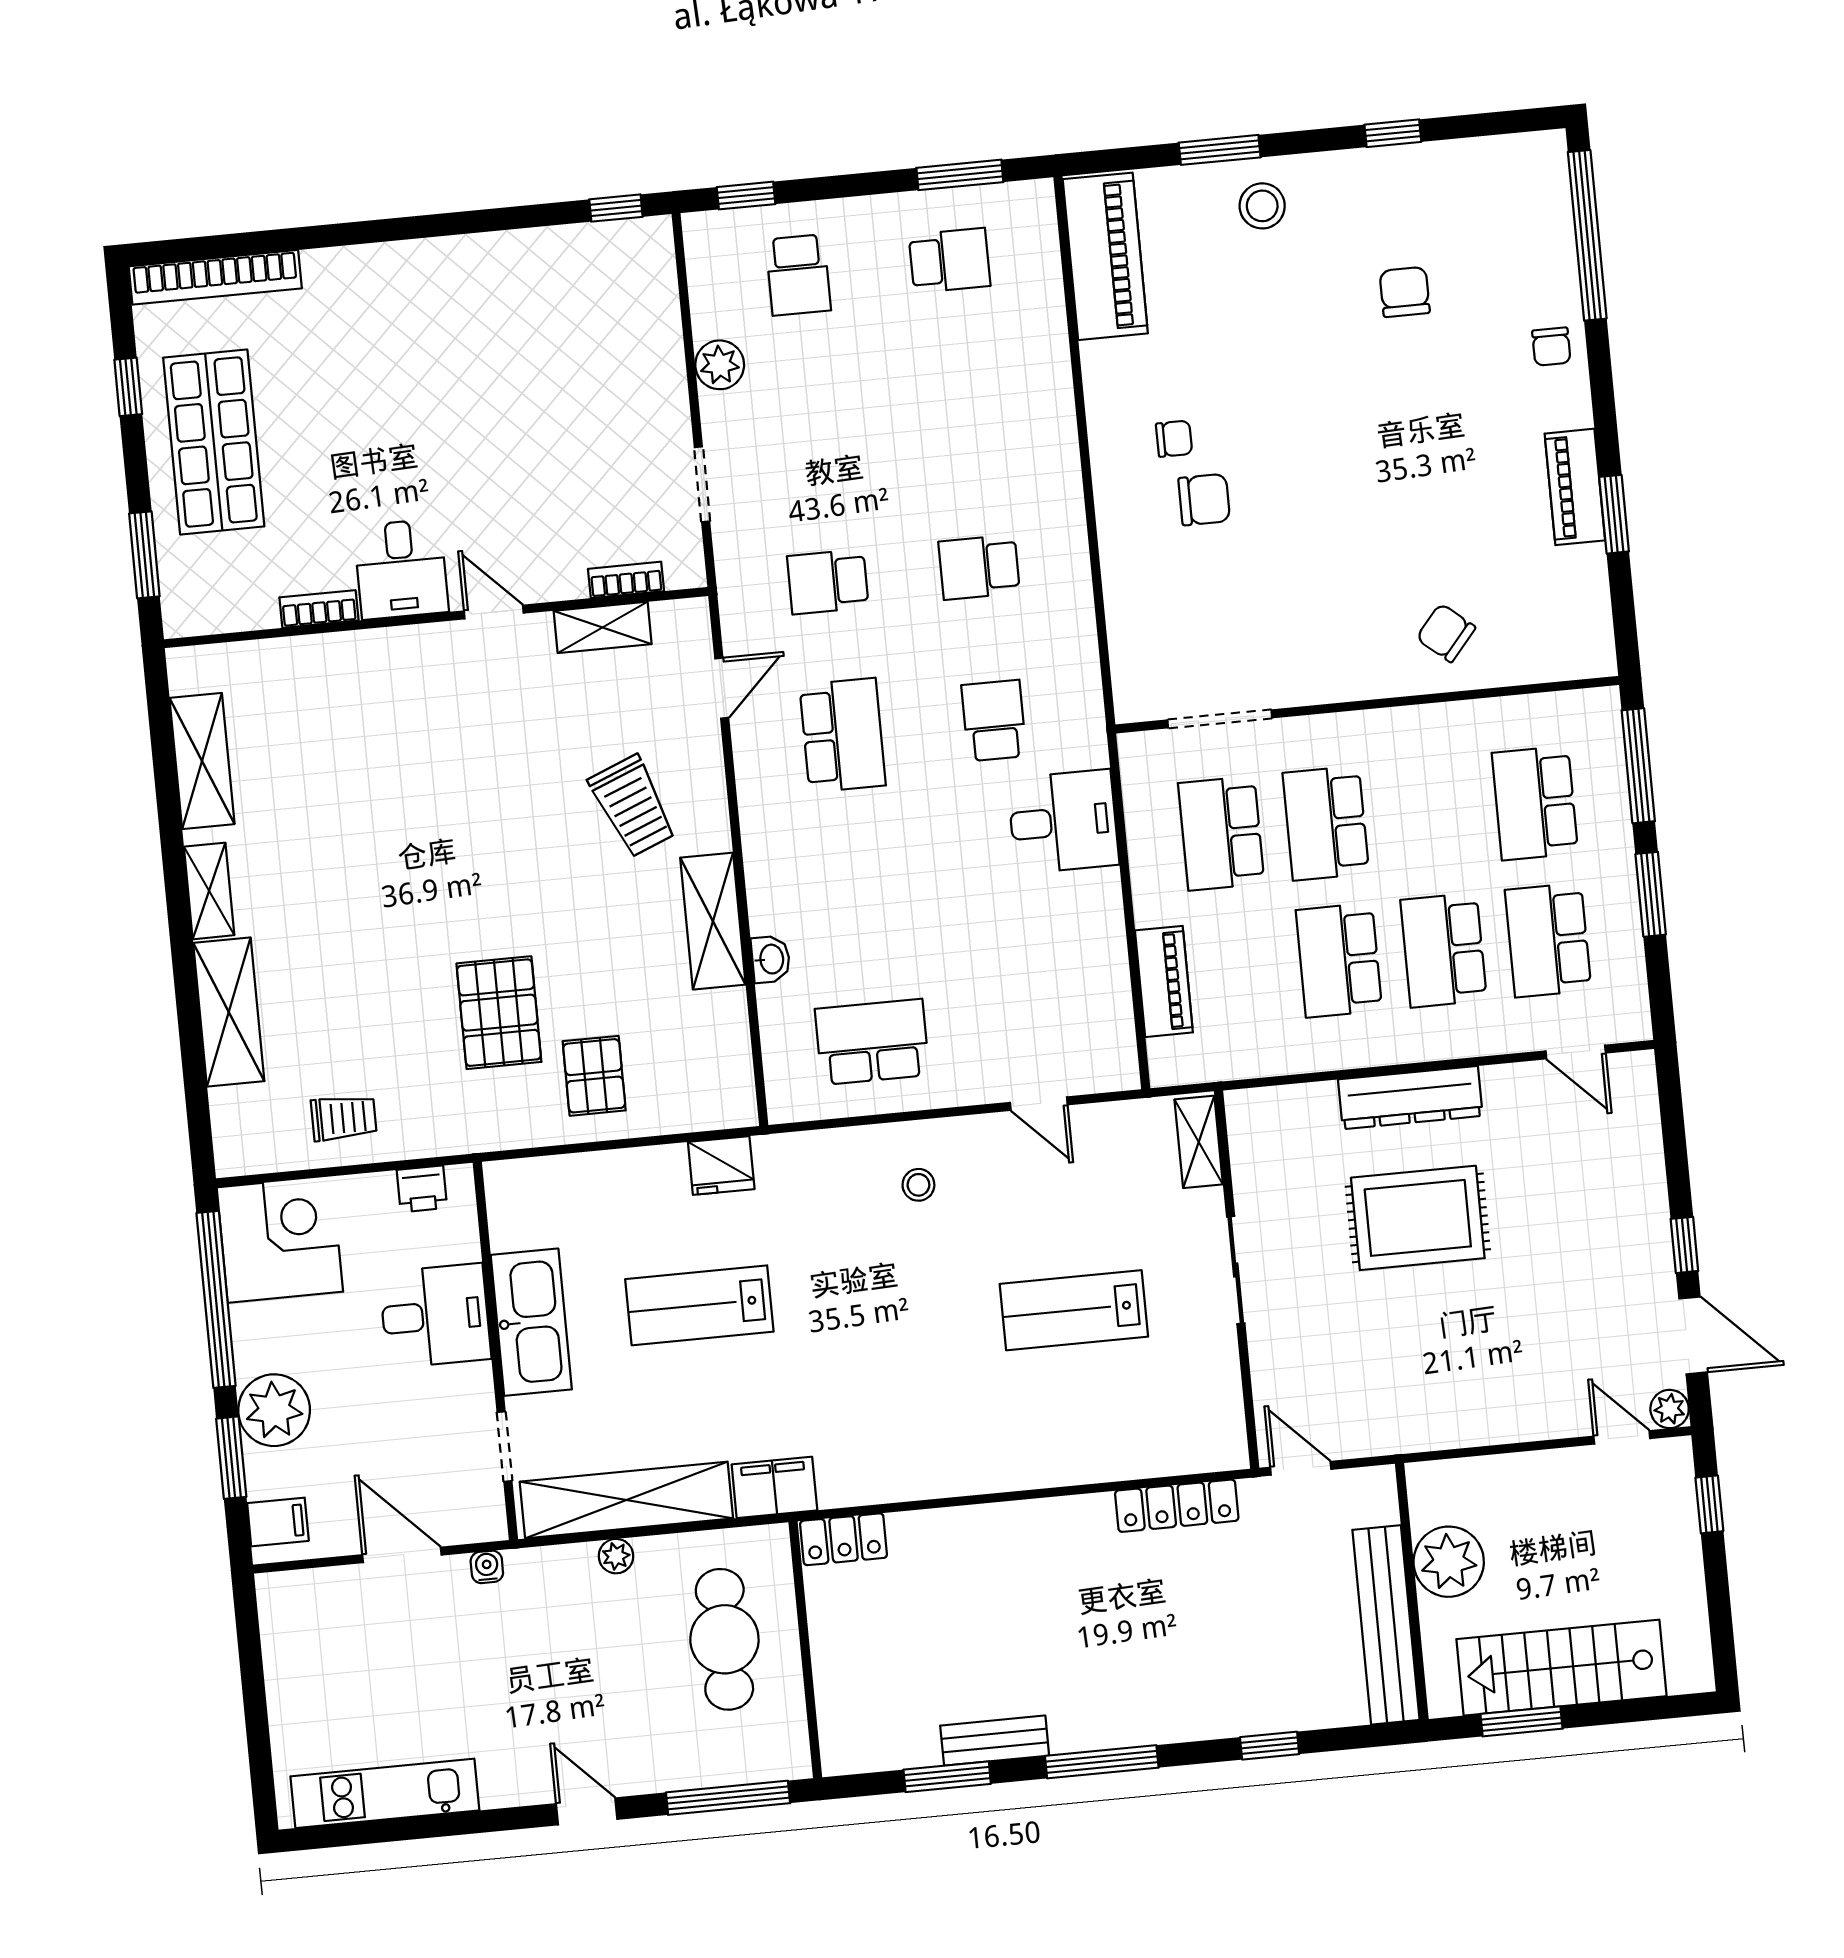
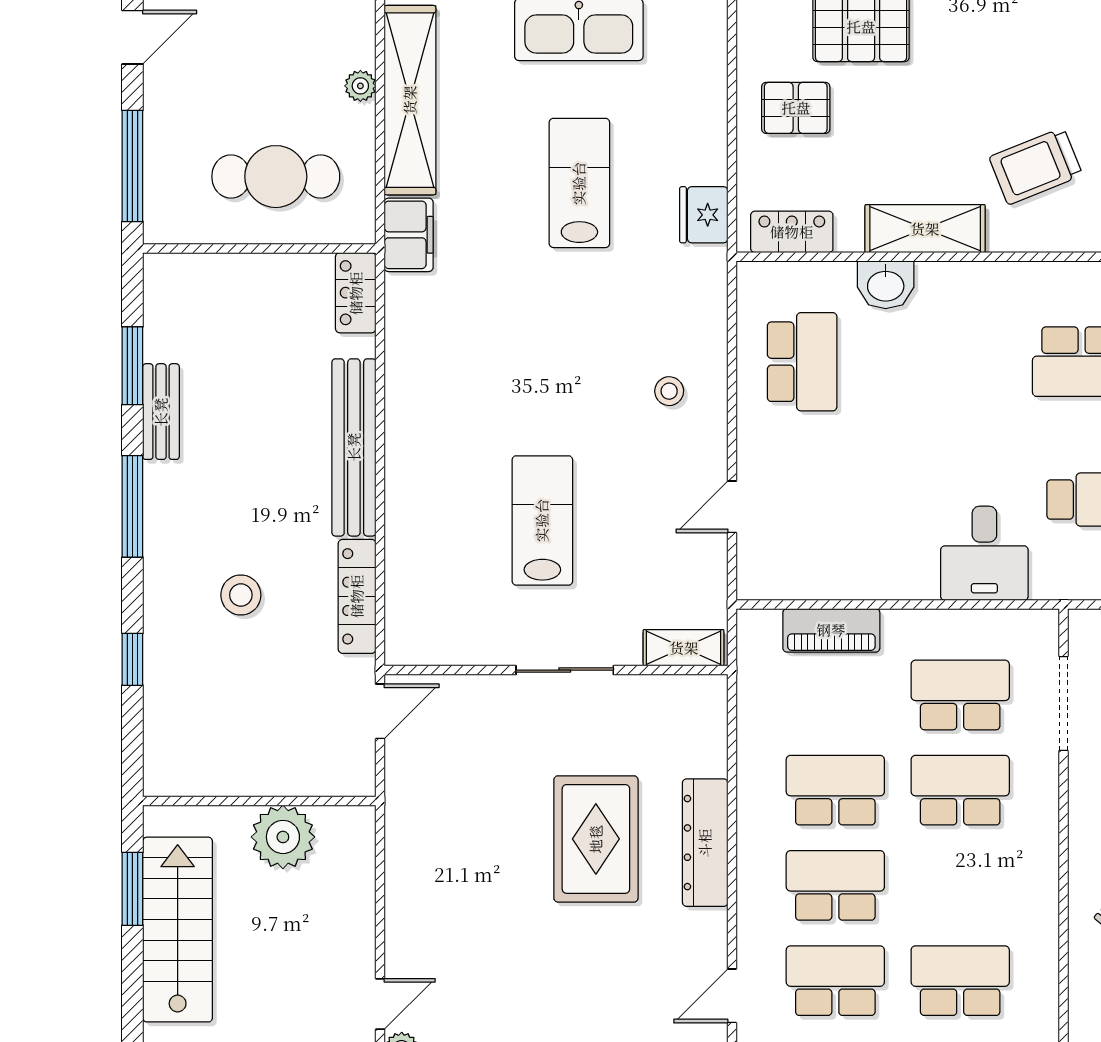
washbasin: (771, 959) -> (886, 285), width x1.38, depth x1.45
locker: (731, 1067) -> (792, 232), added
bench: (1386, 1625) -> (354, 447), moved, turned 90
stool: (1188, 1633) -> (241, 595), added

